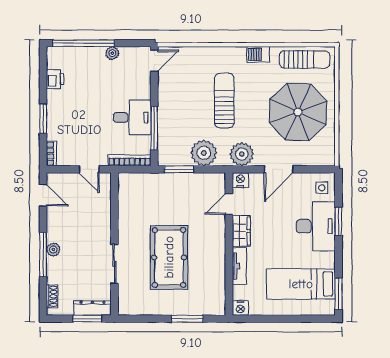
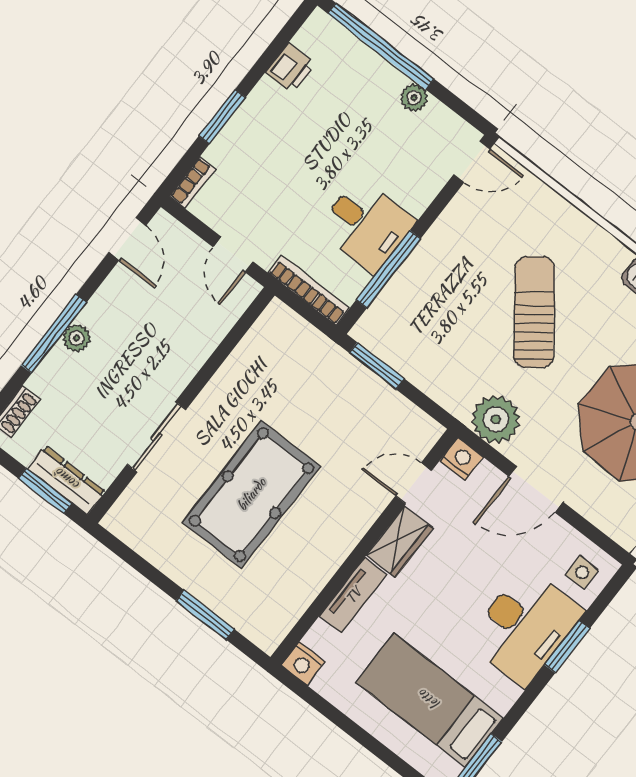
sun lounger: (224, 101) -> (534, 312), turned -37
plant: (204, 153) -> (437, 371), removed

